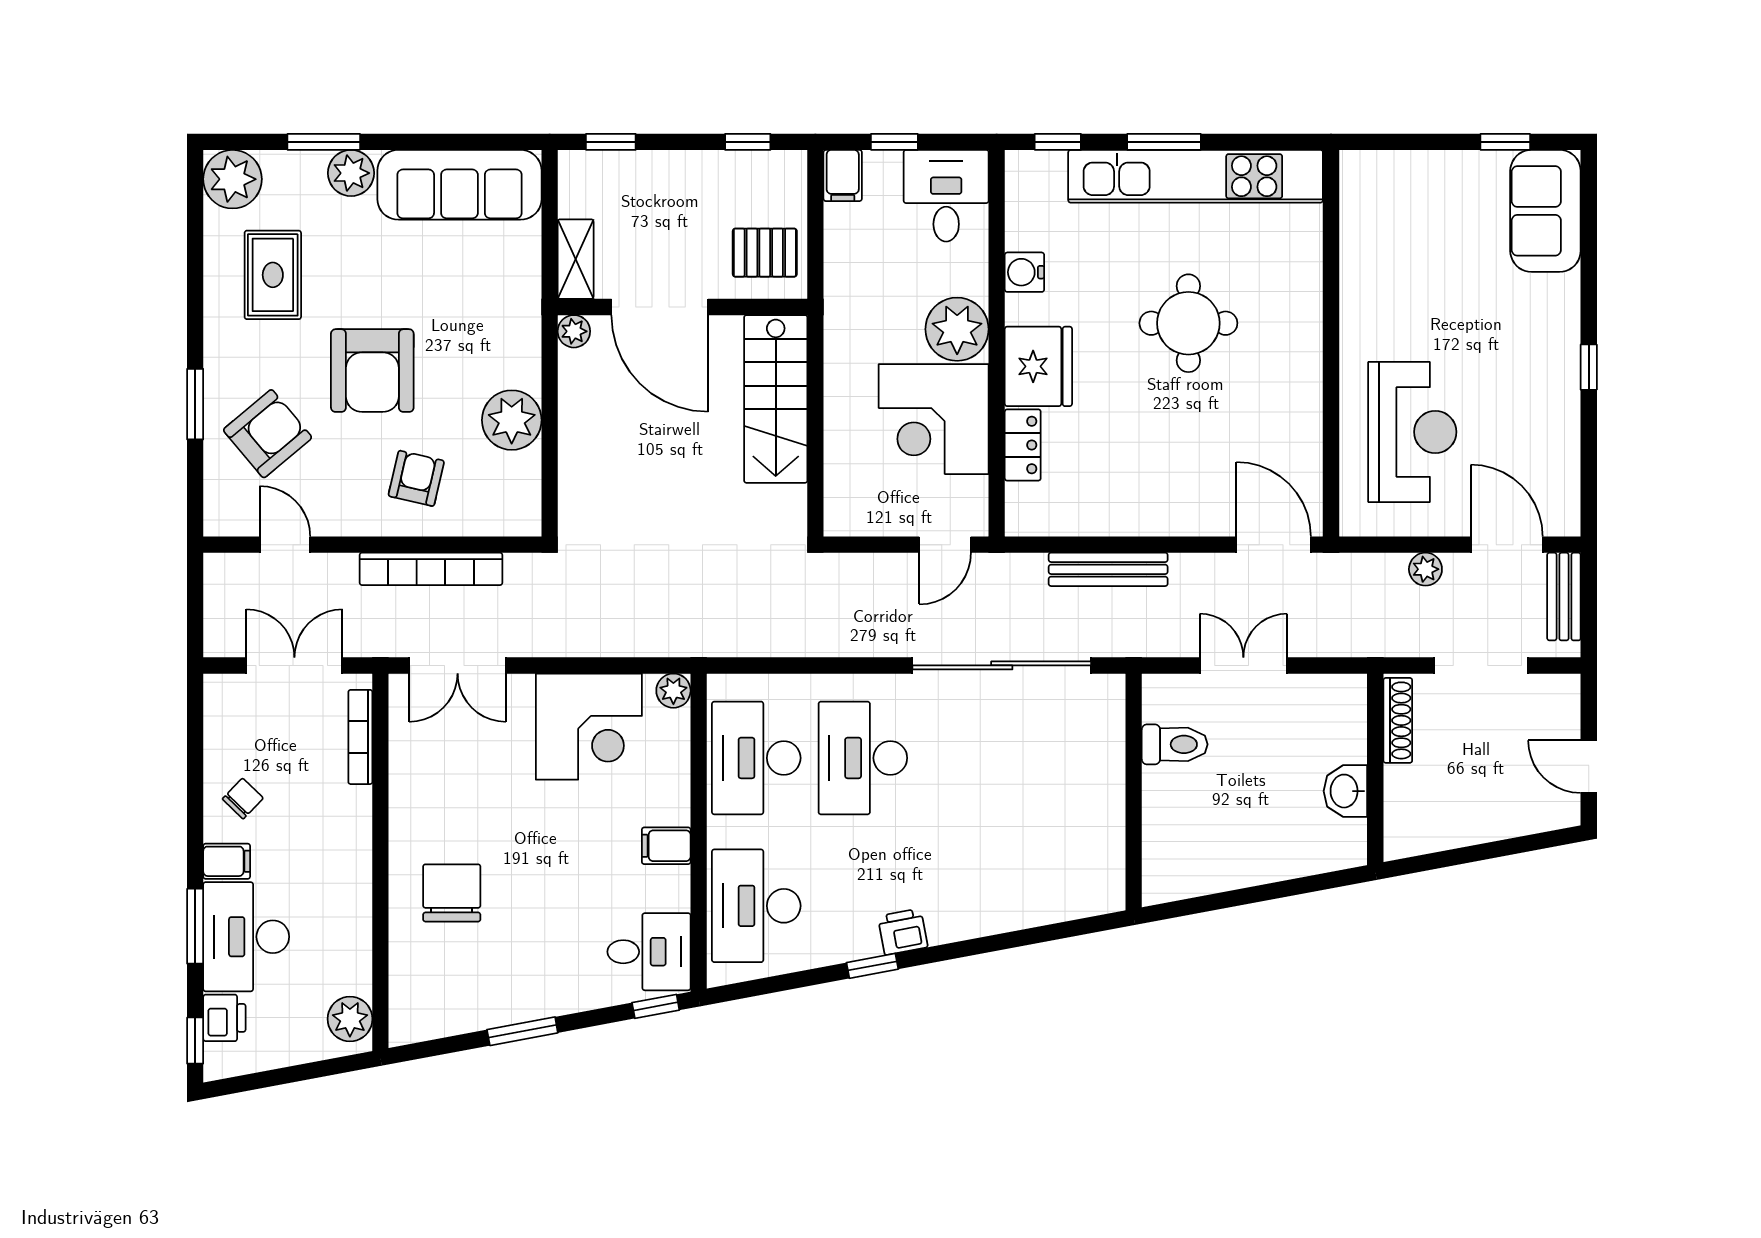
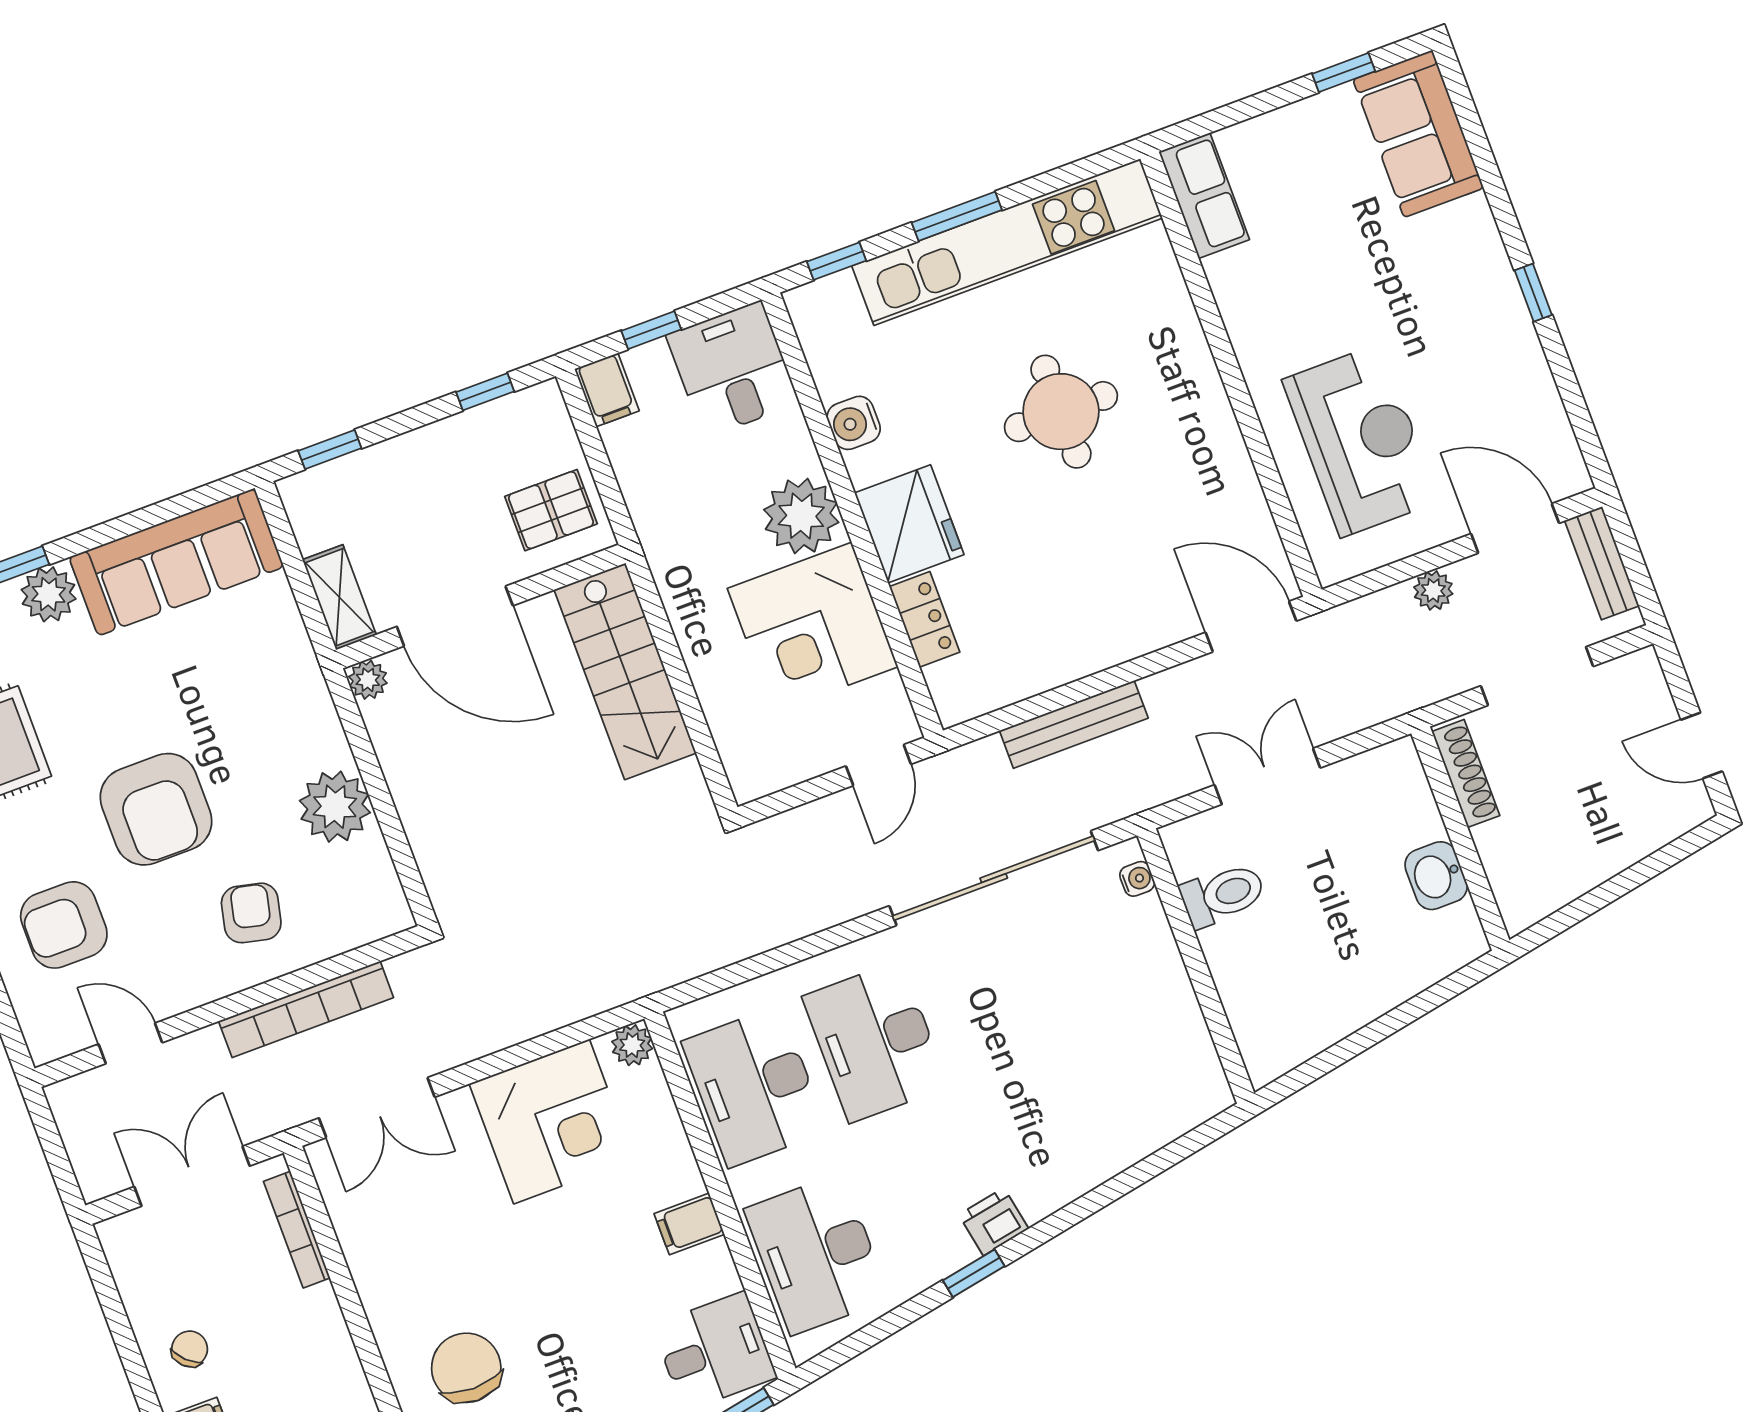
row of seats: (1362, 197) -> (1204, 196), added
armchair: (268, 434) -> (64, 925), turned -140
water cooler: (1113, 707) -> (1137, 879), added

